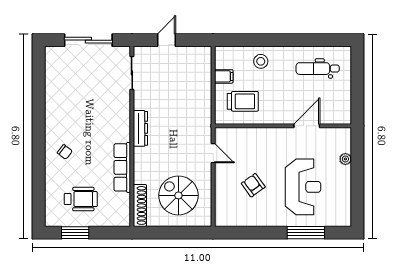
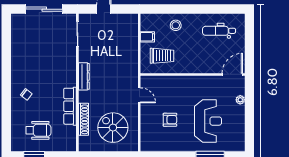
door: (307, 126) -> (232, 74), moved
armchair: (253, 185) -> (170, 120), turned 126
shoe rack: (140, 205) -> (83, 119), moved

